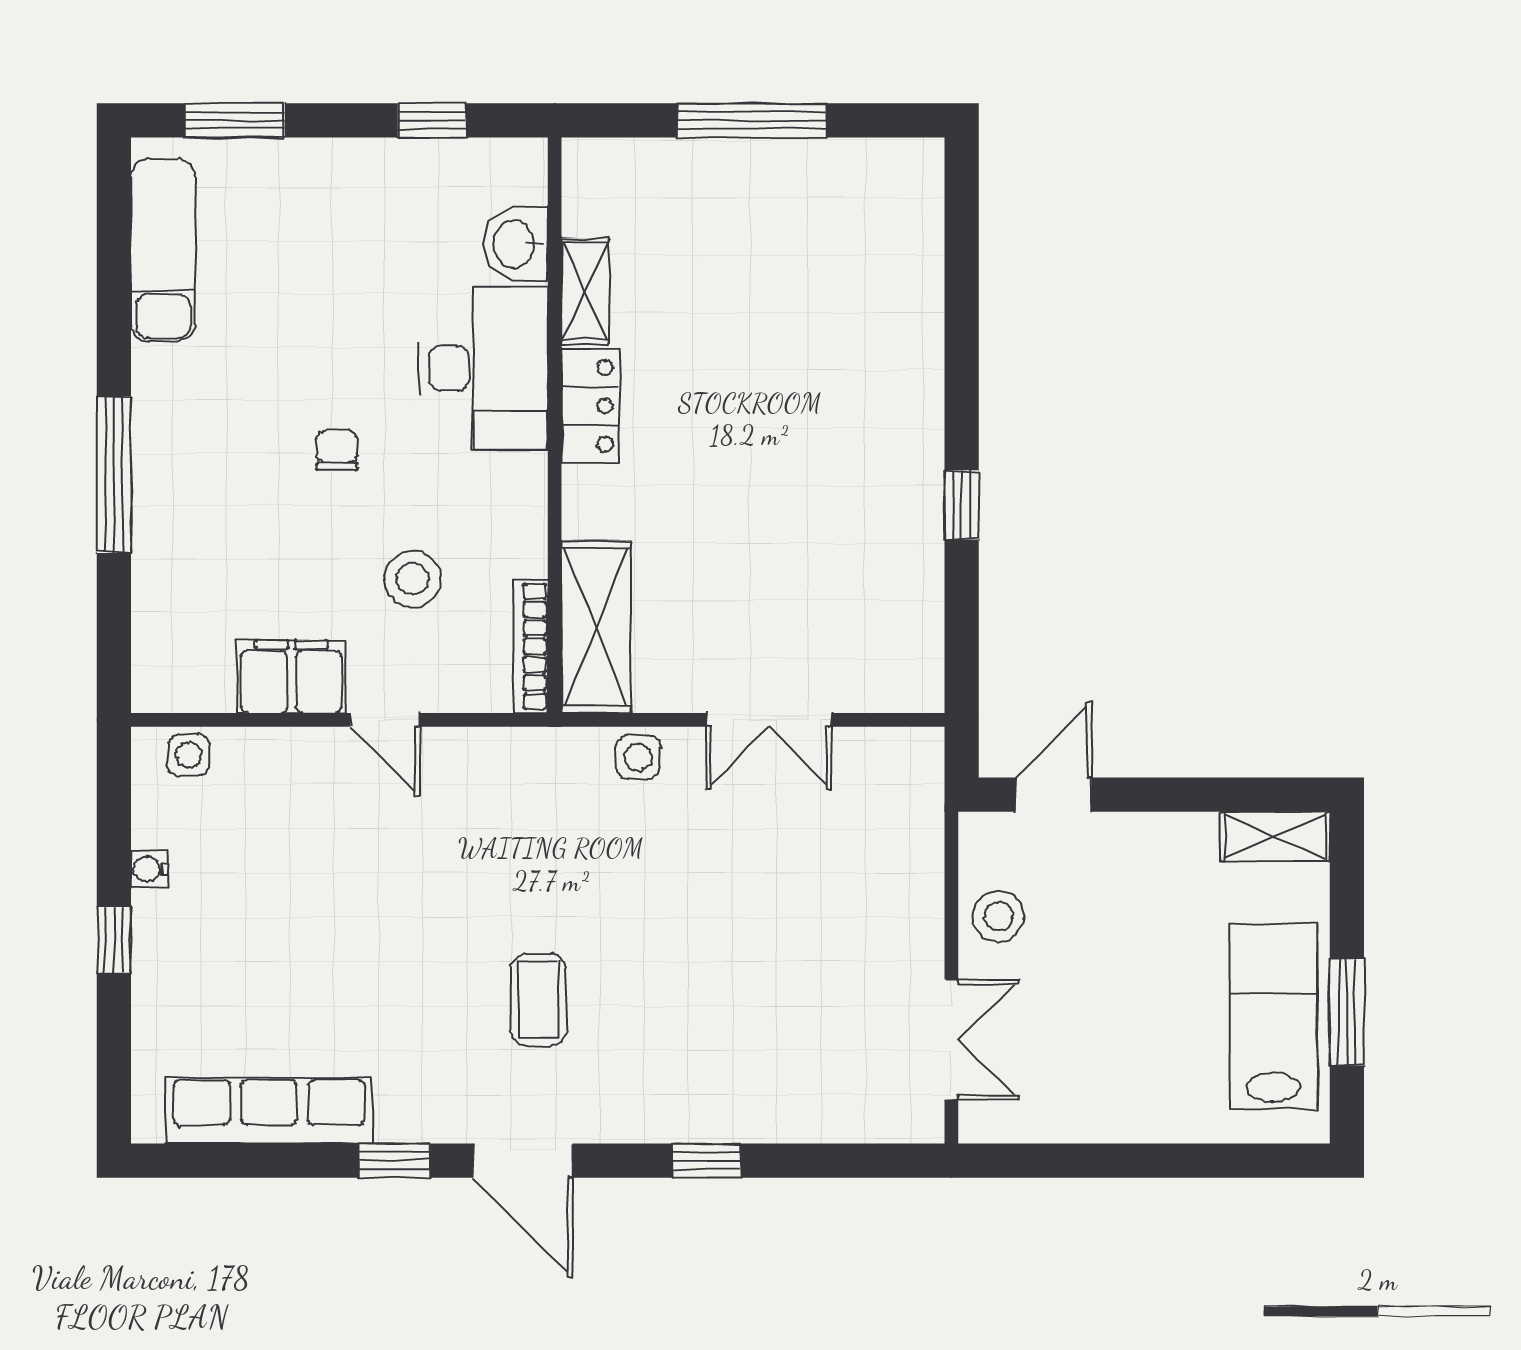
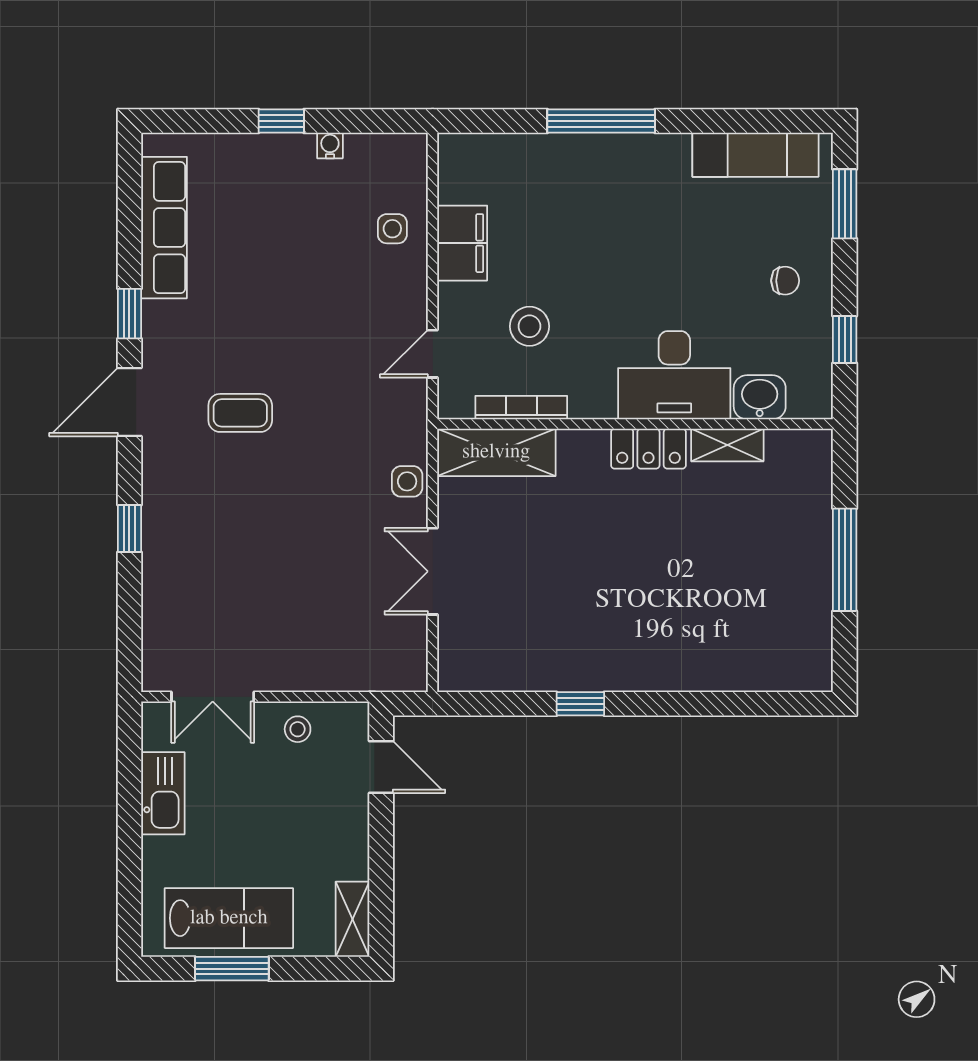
chair: (337, 450) -> (785, 281), moved
bookcase: (531, 646) -> (521, 408), moved
door: (385, 720) -> (433, 354), moved
side table: (189, 755) -> (392, 229), moved
stool: (999, 916) -> (298, 729), width x0.73, depth x0.73
kitchen sink: (1092, 1112) -> (163, 793), added

